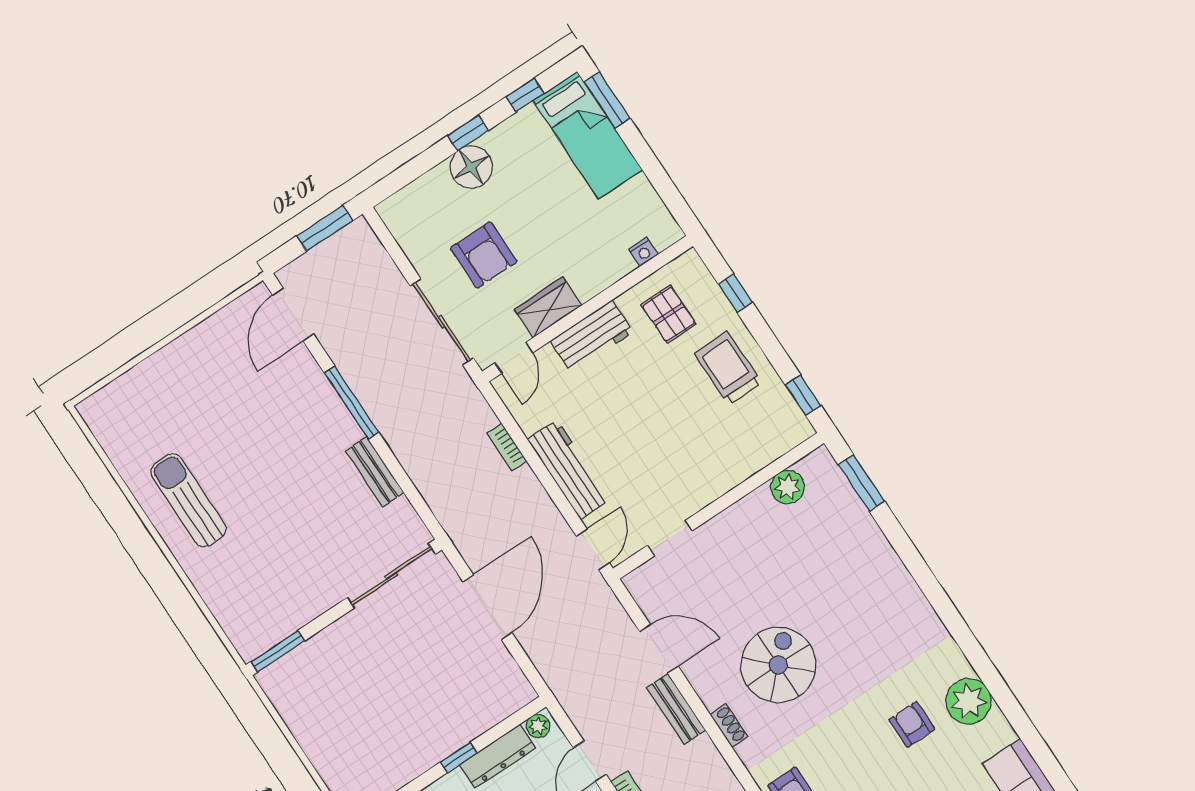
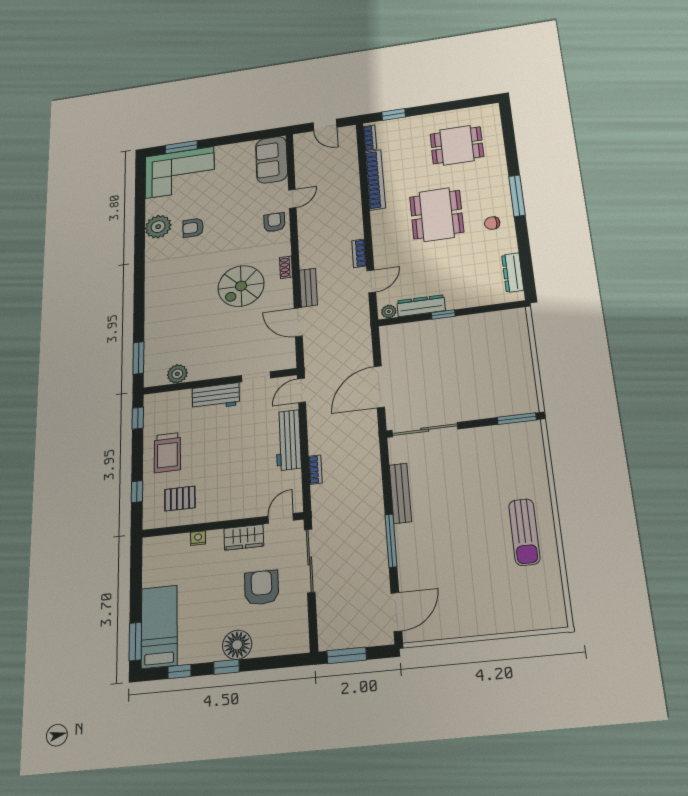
nightstand: (643, 252) -> (198, 538), moved
pallet: (669, 314) -> (180, 499), turned 90
workbench: (592, 336) -> (216, 397), moved, turned 180
bench: (375, 472) -> (400, 493), width x1.36
armchair: (912, 724) -> (193, 228), turned 90

